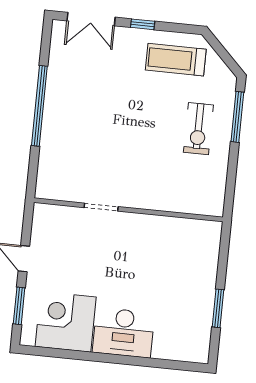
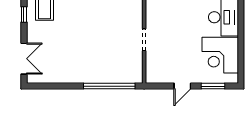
window: (143, 24) -> (24, 14), moved
window: (39, 106) -> (109, 86), moved

